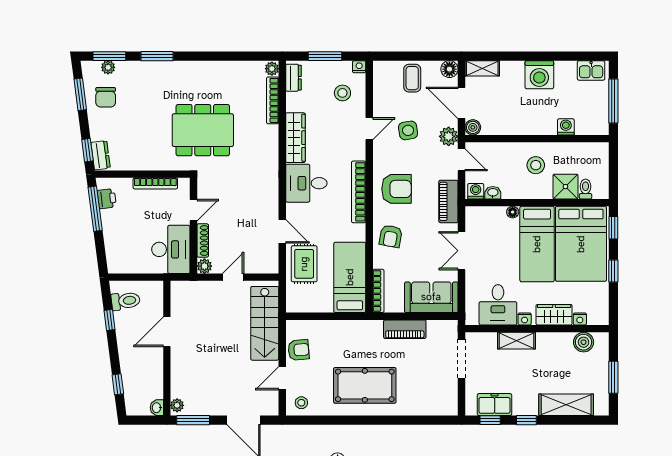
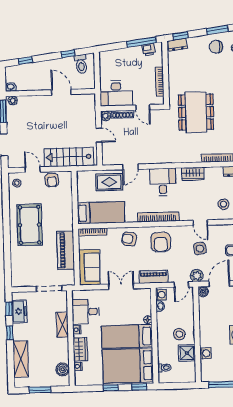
wardrobe: (295, 138) -> (193, 174), width x0.67
shower: (565, 187) -> (187, 353), moved
piano: (405, 329) -> (66, 250), width x1.37, depth x1.33

